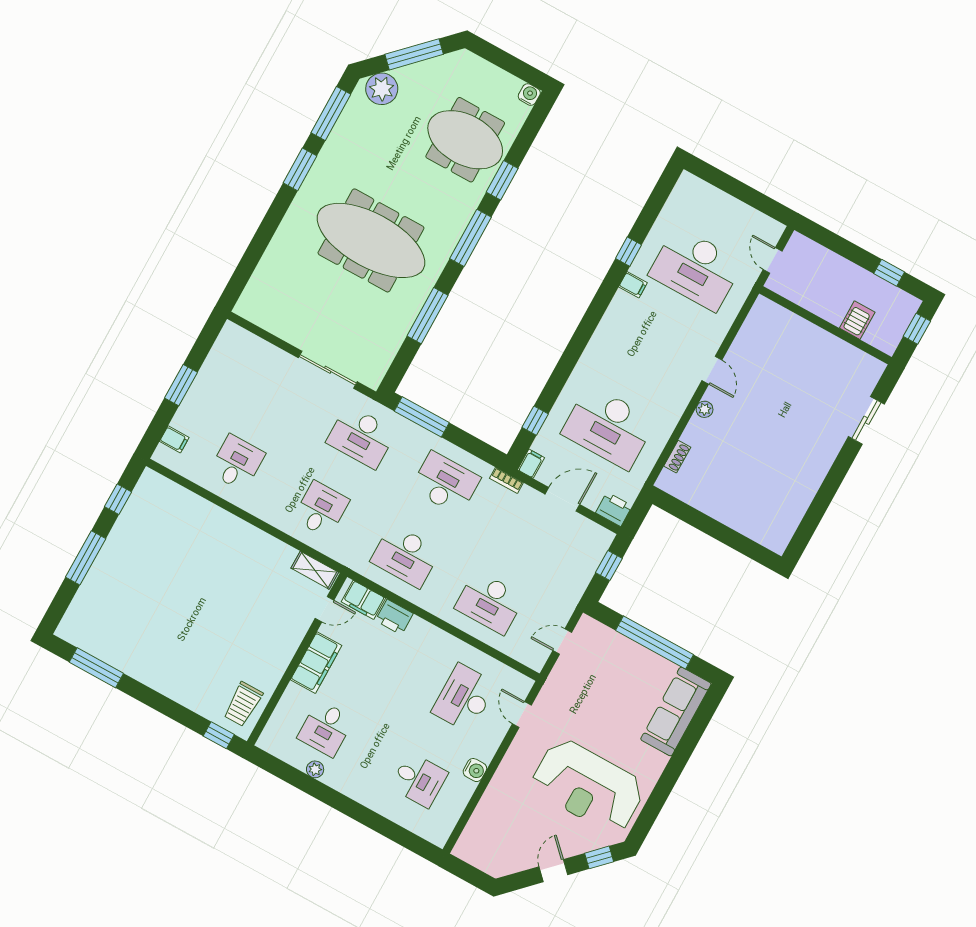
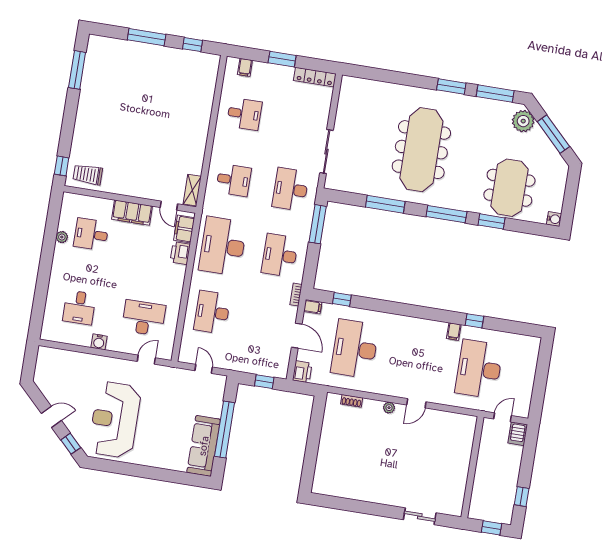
server rack: (857, 320) -> (518, 434), moved, turned 90
locker: (221, 350) -> (315, 77), added
desk: (446, 483) -> (280, 255), turned 180
desk: (405, 556) -> (223, 246), width x1.36, depth x1.30
sofa: (676, 711) -> (204, 446), moved, turned -90

